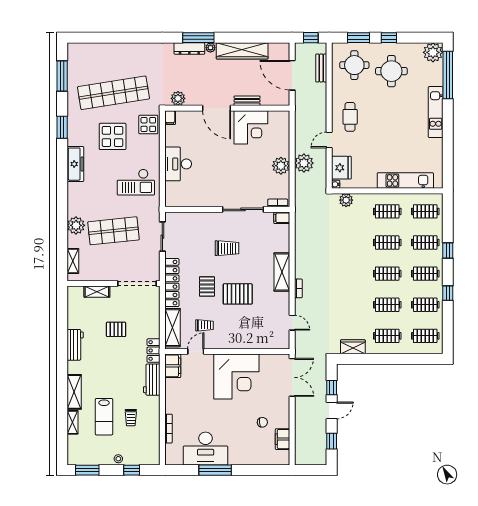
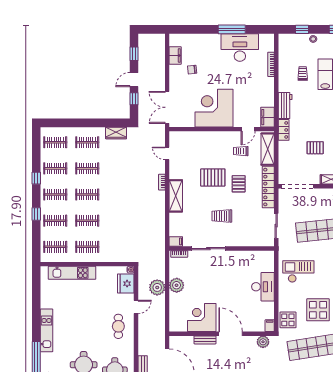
plant: (346, 200) -> (122, 256), removed

